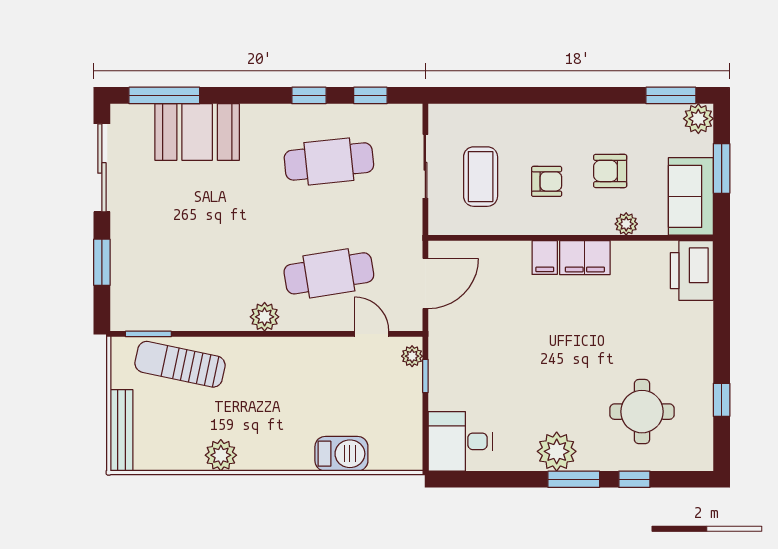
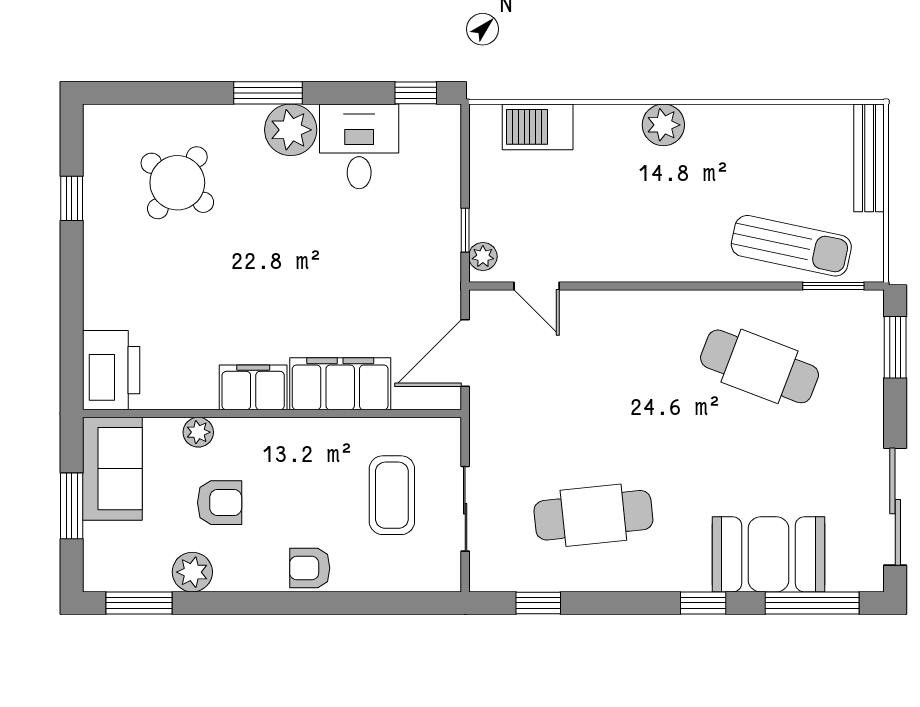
window: (309, 95) -> (703, 603), moved
plant: (698, 119) -> (192, 572), moved
armchair: (547, 181) -> (310, 568), moved
filing cabinet: (545, 258) -> (340, 384), width x3.00, depth x1.17
window: (102, 262) -> (895, 347), moved
cafe table: (329, 273) -> (760, 366), moved, turned 30
plant: (265, 317) -> (679, 309), removed
round table: (642, 412) -> (177, 183), turned 37
desk: (460, 441) -> (359, 146), moved, turned -90
barbecue: (341, 454) -> (538, 127), moved
plant: (221, 455) -> (663, 125), moved
window: (634, 479) -> (416, 93), moved

